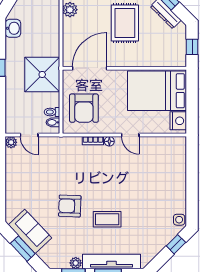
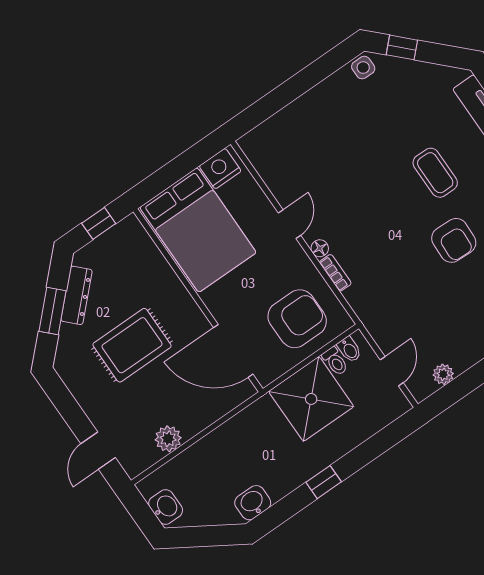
shower: (42, 74) -> (311, 399), moved
plant: (11, 142) -> (443, 374), moved

